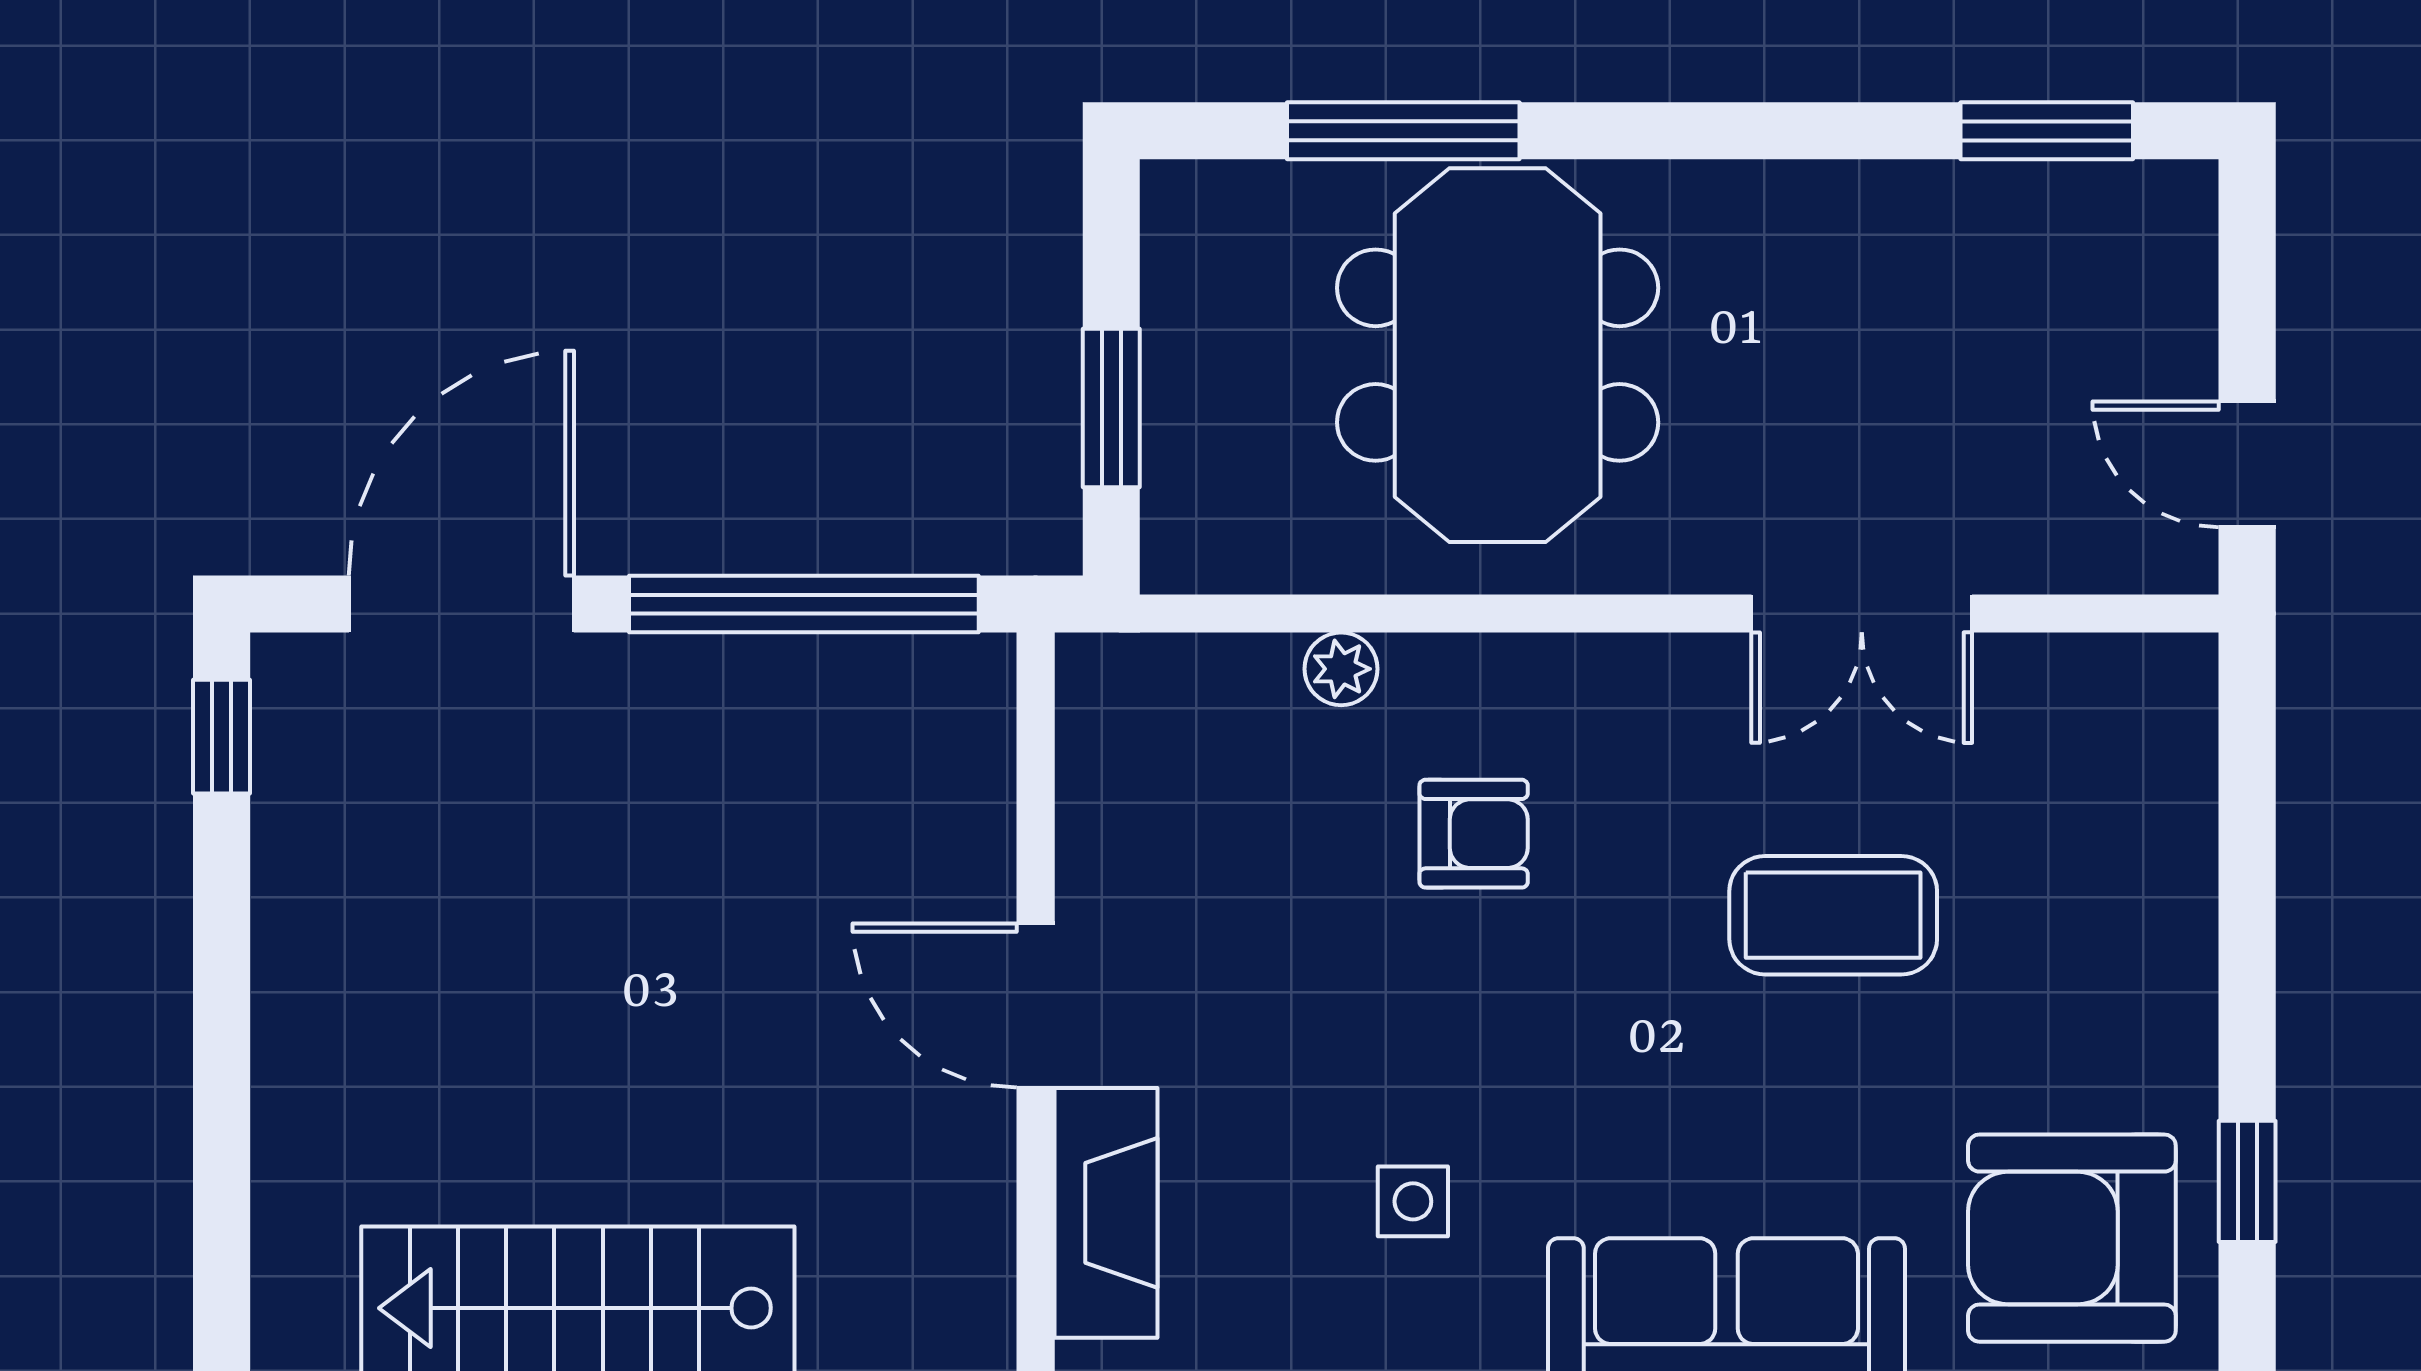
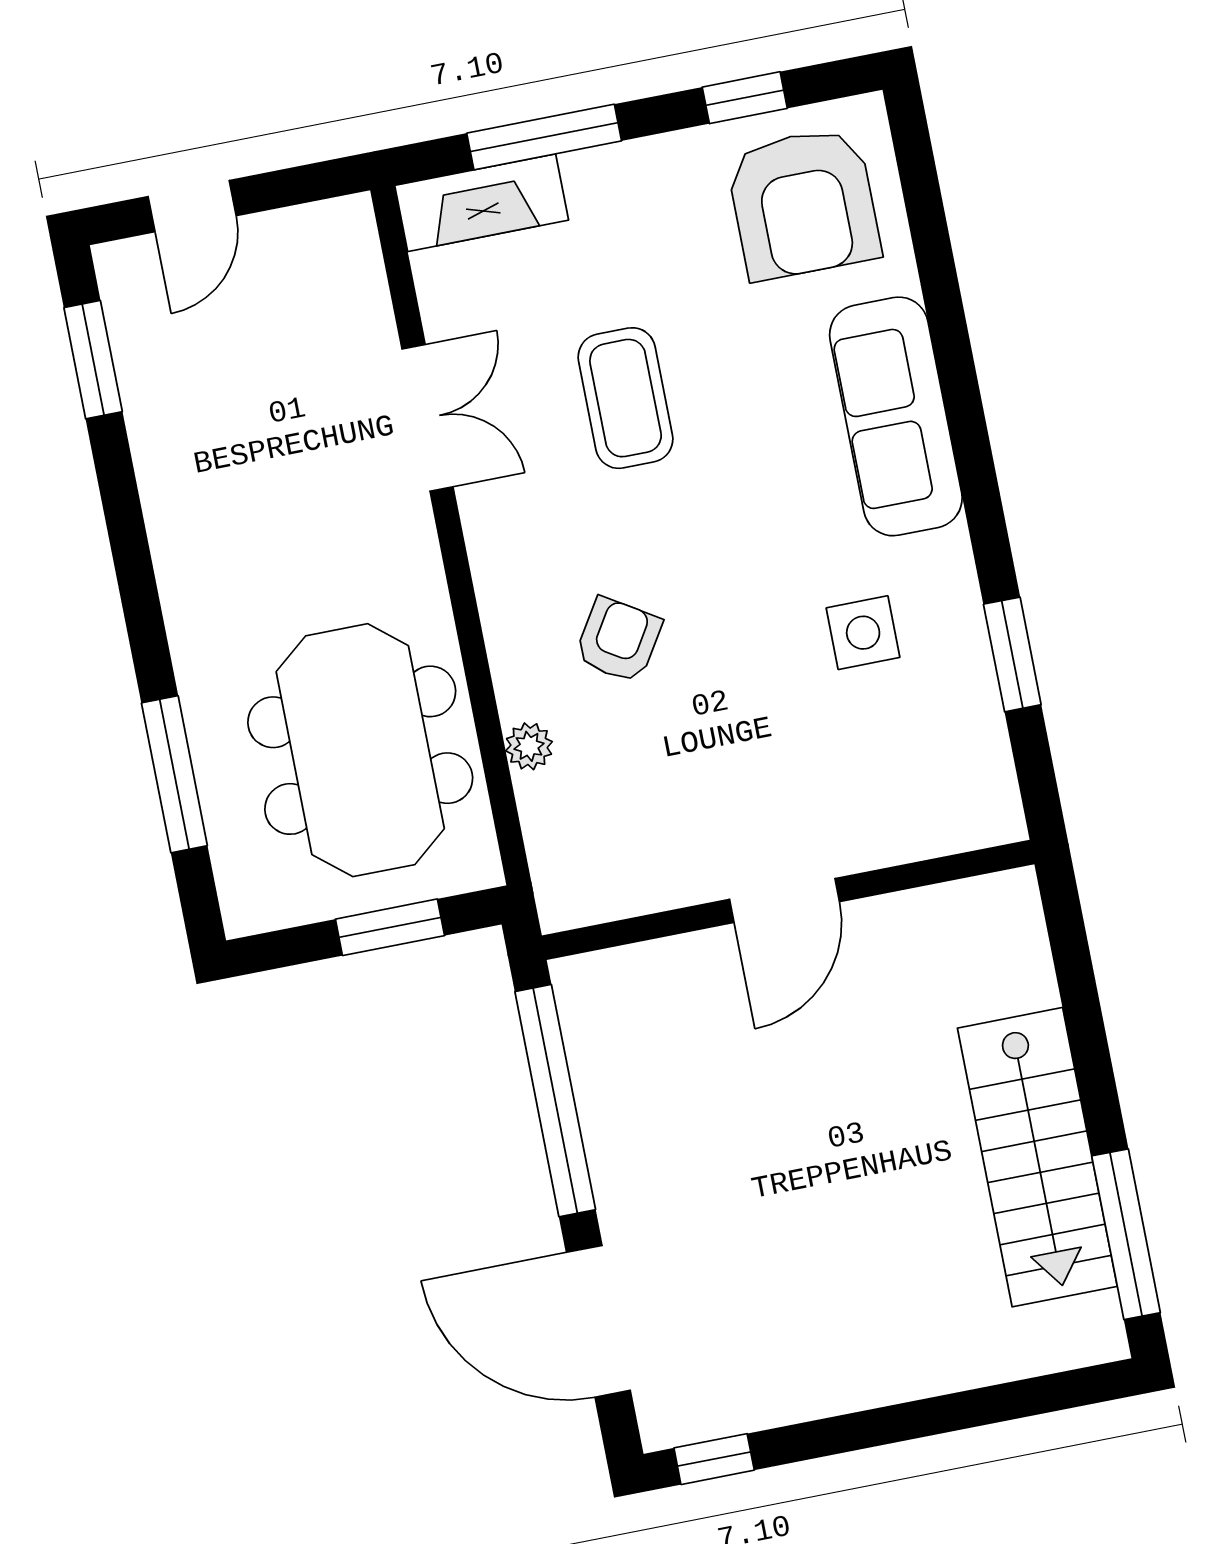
meeting table: (1498, 355) -> (360, 750), moved, turned 90
door: (2247, 464) -> (192, 206), moved
armchair: (1474, 834) -> (618, 640), turned 32
window: (2247, 870) -> (544, 137), added
side table: (1413, 1201) -> (863, 633), width x1.37, depth x1.37
fireplace: (1106, 1213) -> (482, 203), moved, turned 180

